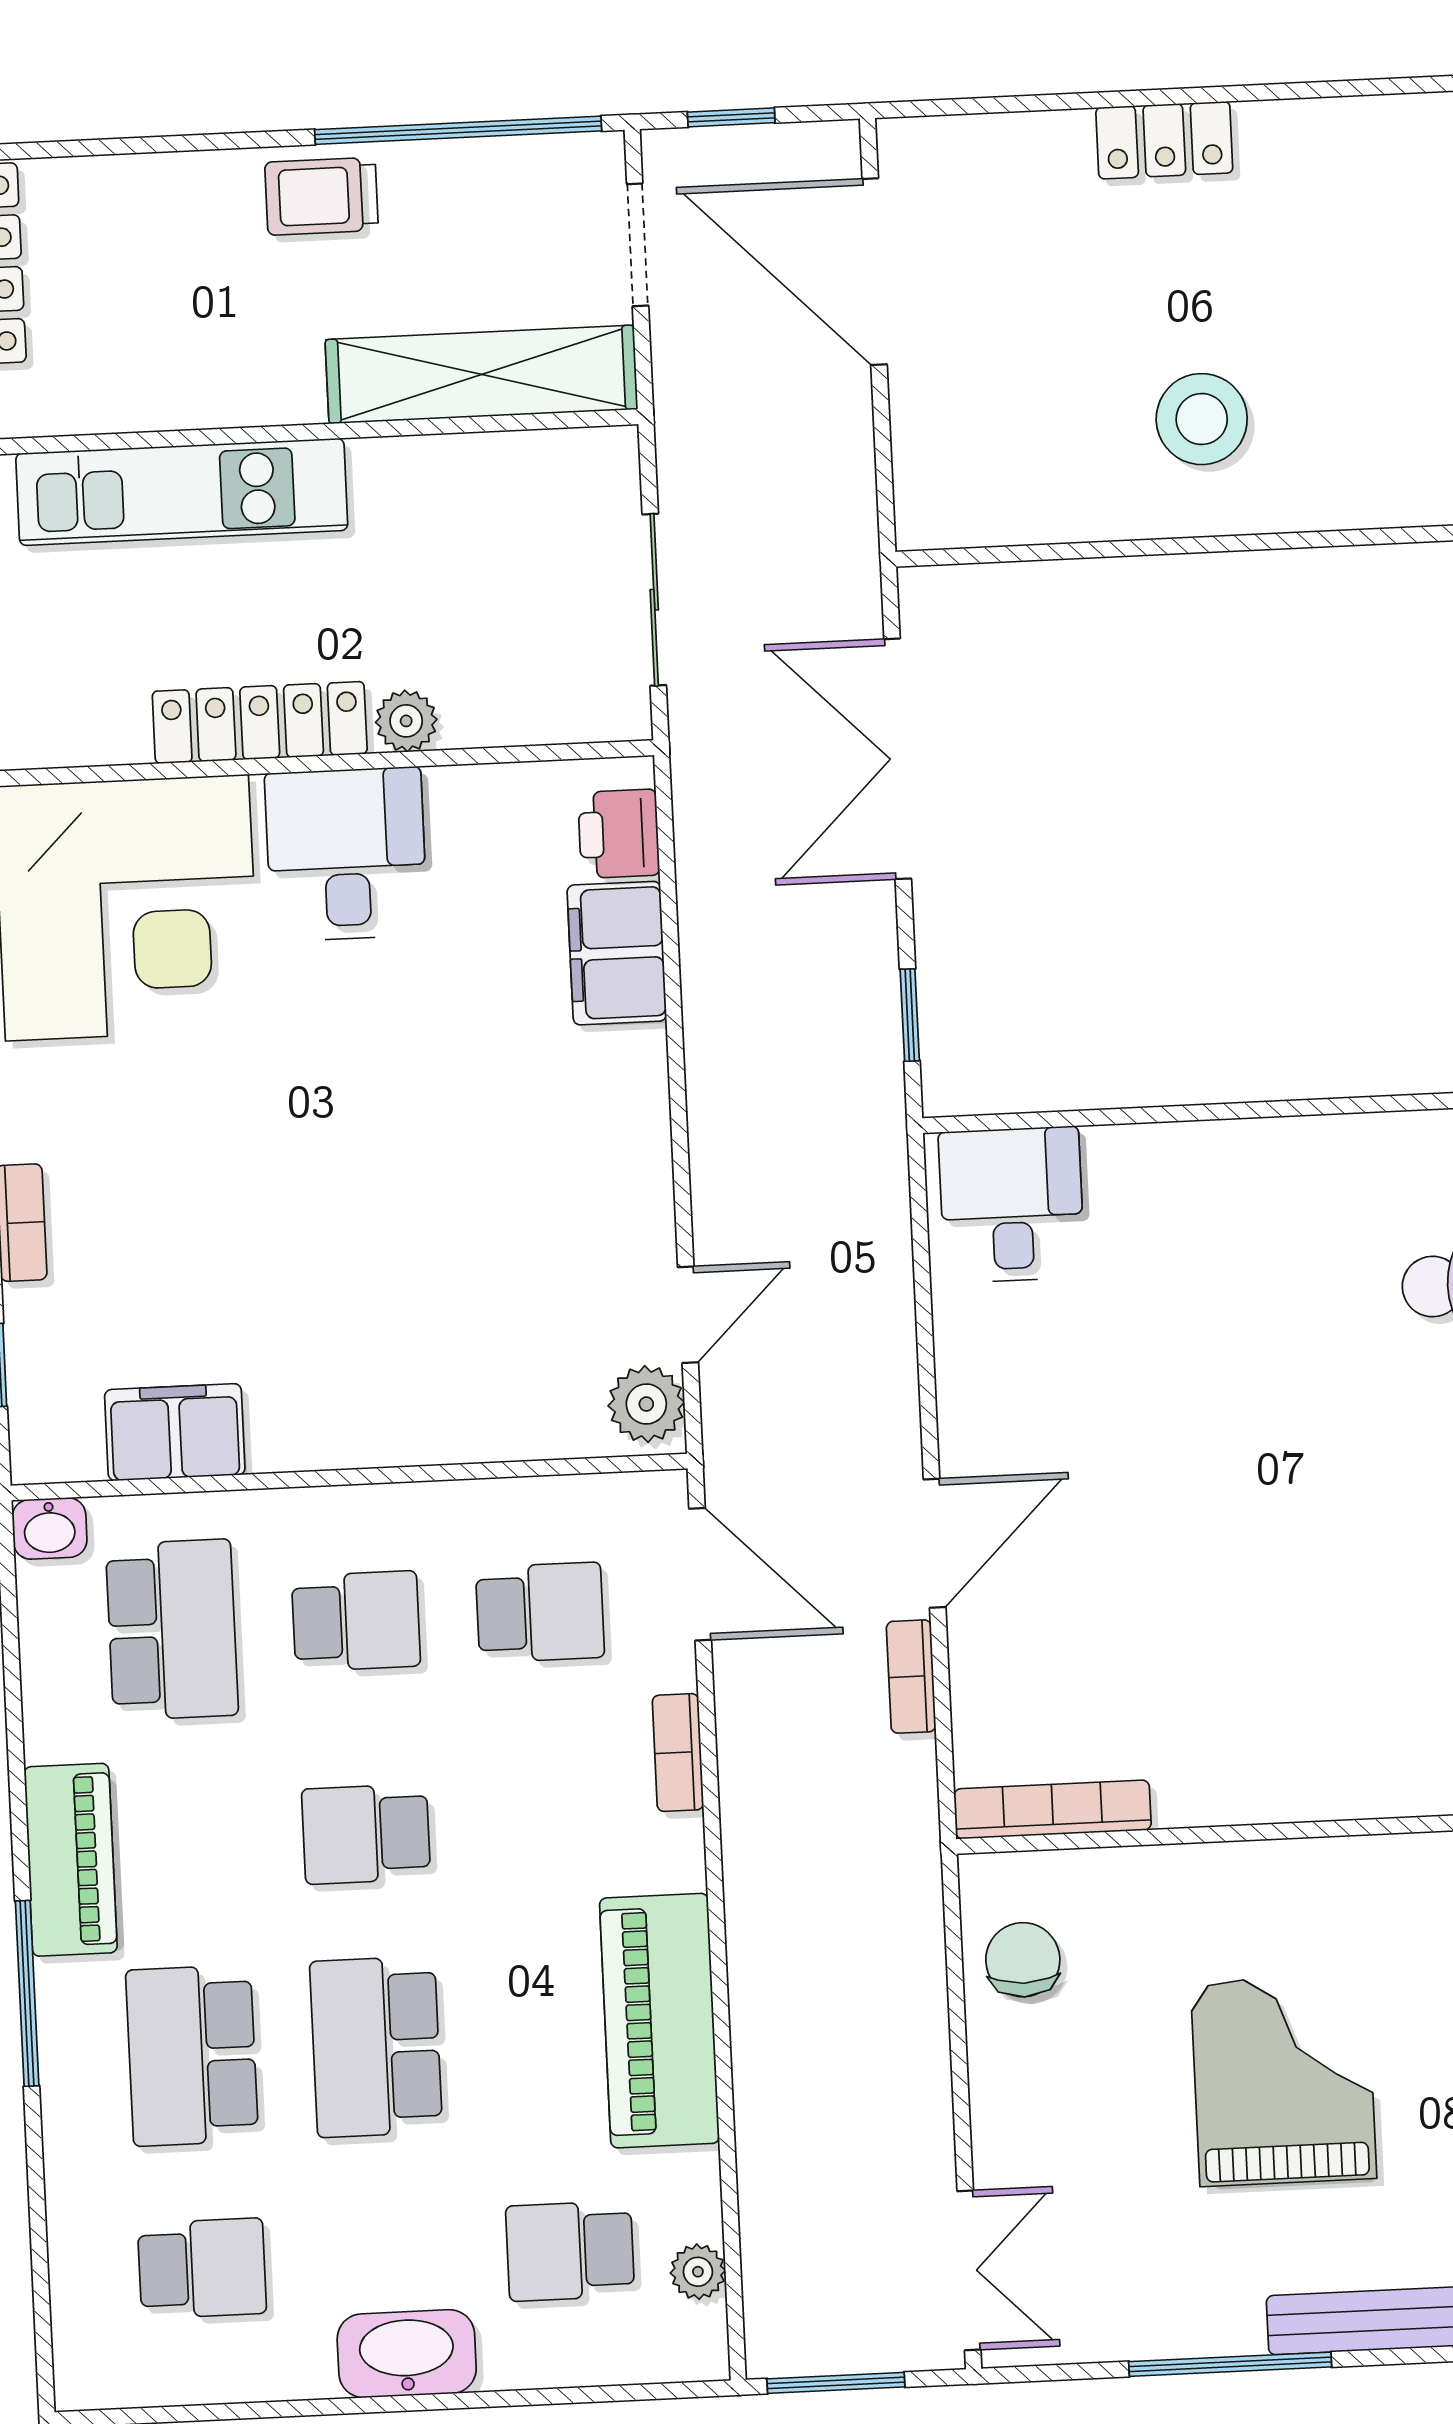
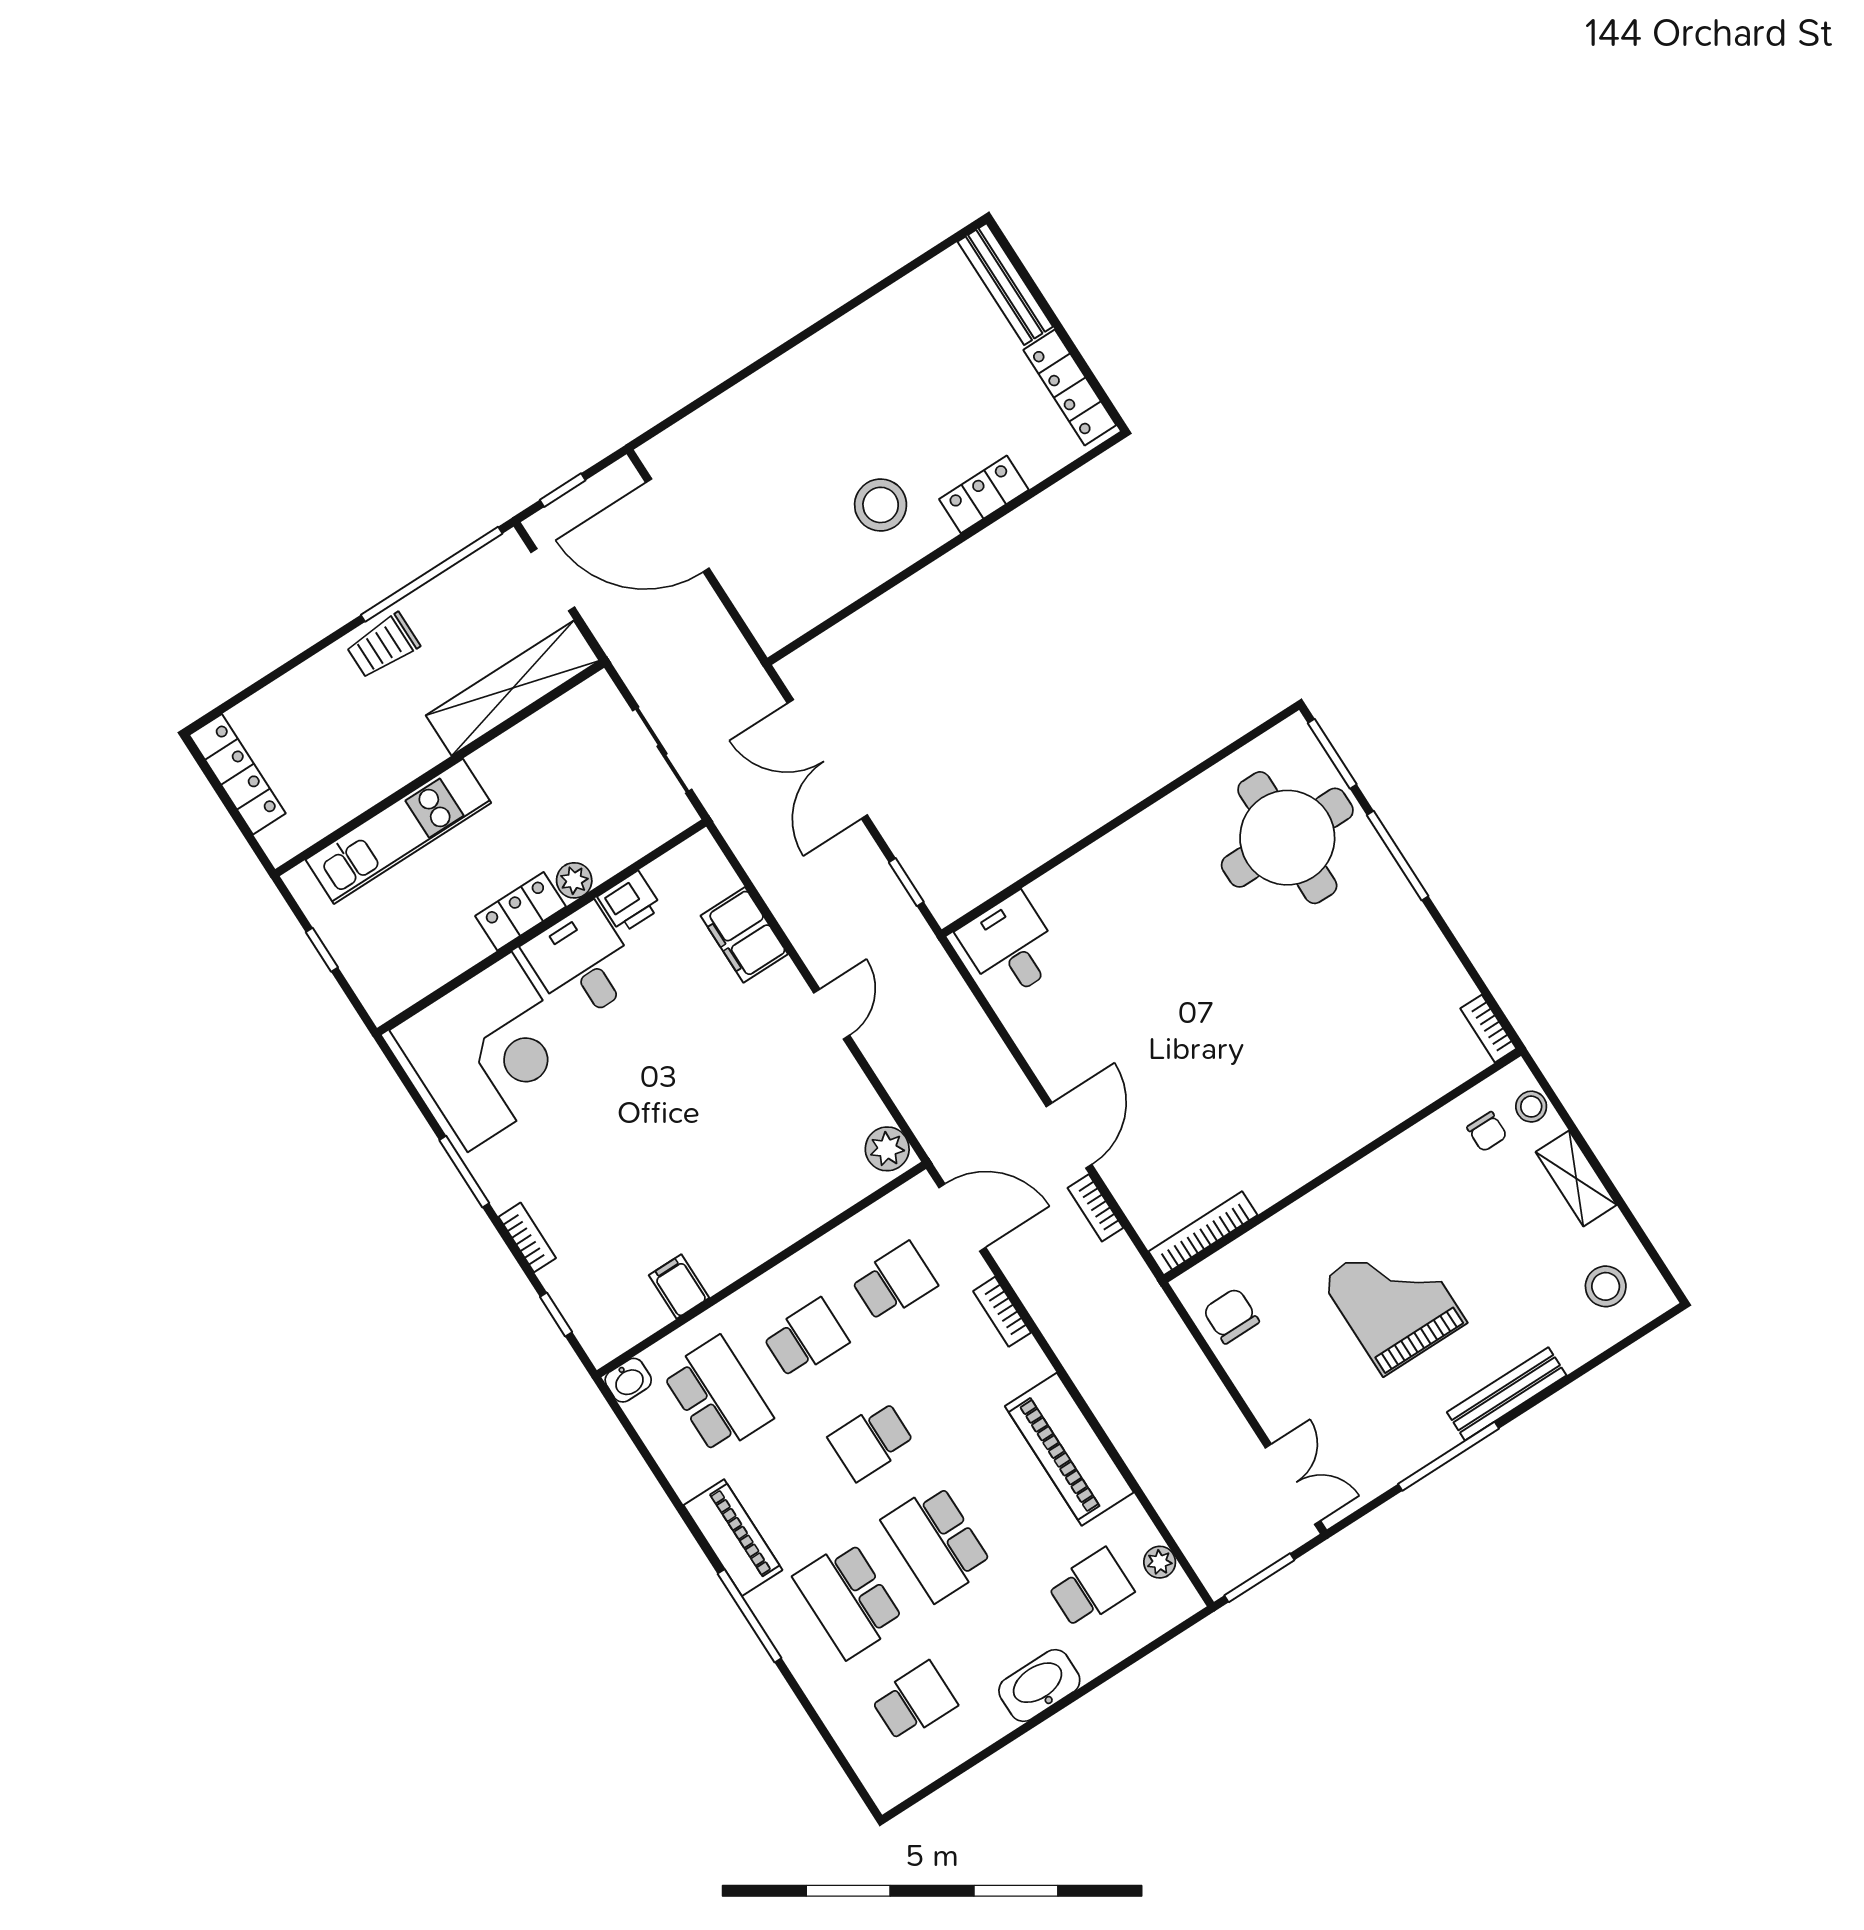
locker: (1164, 140) -> (984, 494), moved, turned 180
locker: (260, 723) -> (521, 911), width x0.66
printer: (619, 834) -> (630, 902), moved, turned -90
door: (688, 1315) -> (832, 1014), moved
filing cabinet: (175, 1432) -> (679, 1287), width x0.50
school desk: (570, 2251) -> (1091, 1588), turned 180

